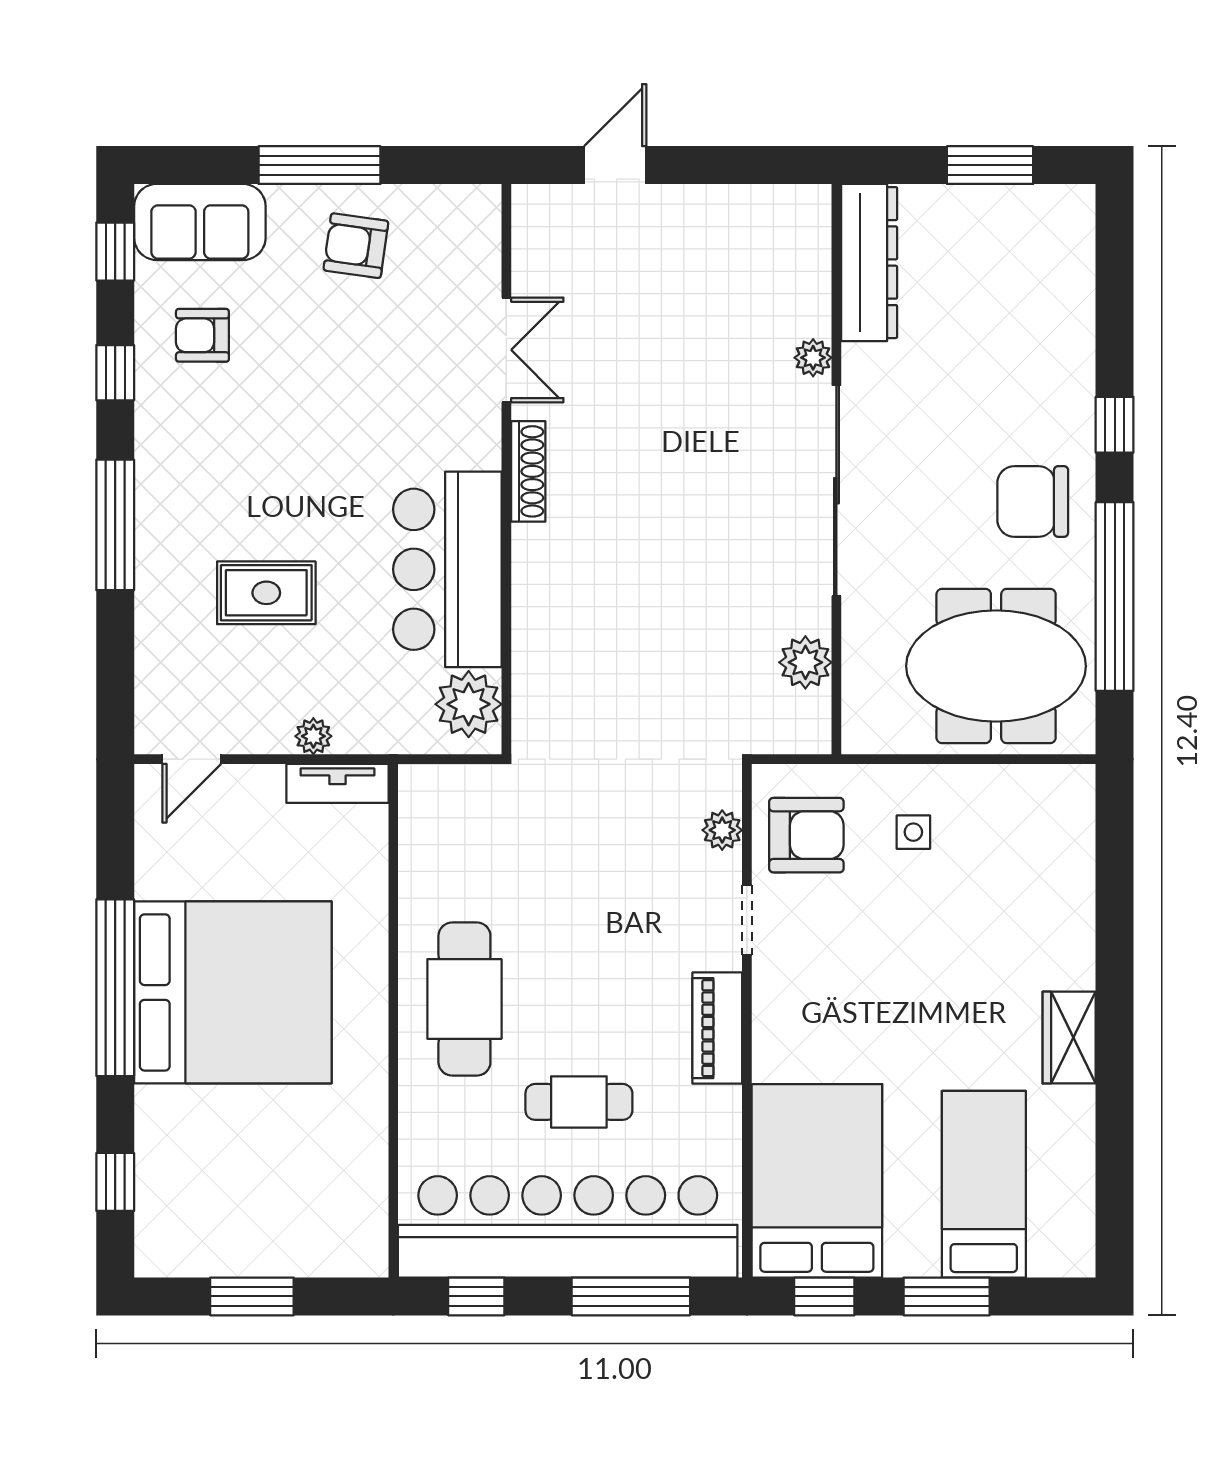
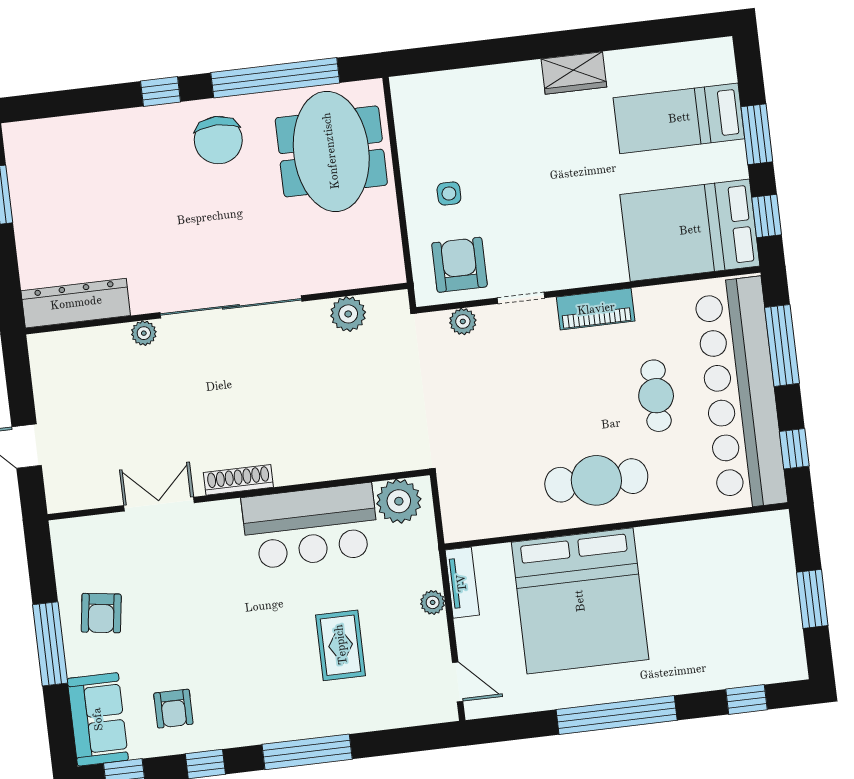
dresser: (869, 263) -> (76, 303), moved
plant: (813, 358) -> (144, 333), moved
wall: (836, 469) -> (216, 309), moved
sliding door: (836, 491) -> (231, 307), moved
plant: (805, 662) -> (348, 314), moved
bed: (233, 992) -> (580, 601), moved, turned 180

